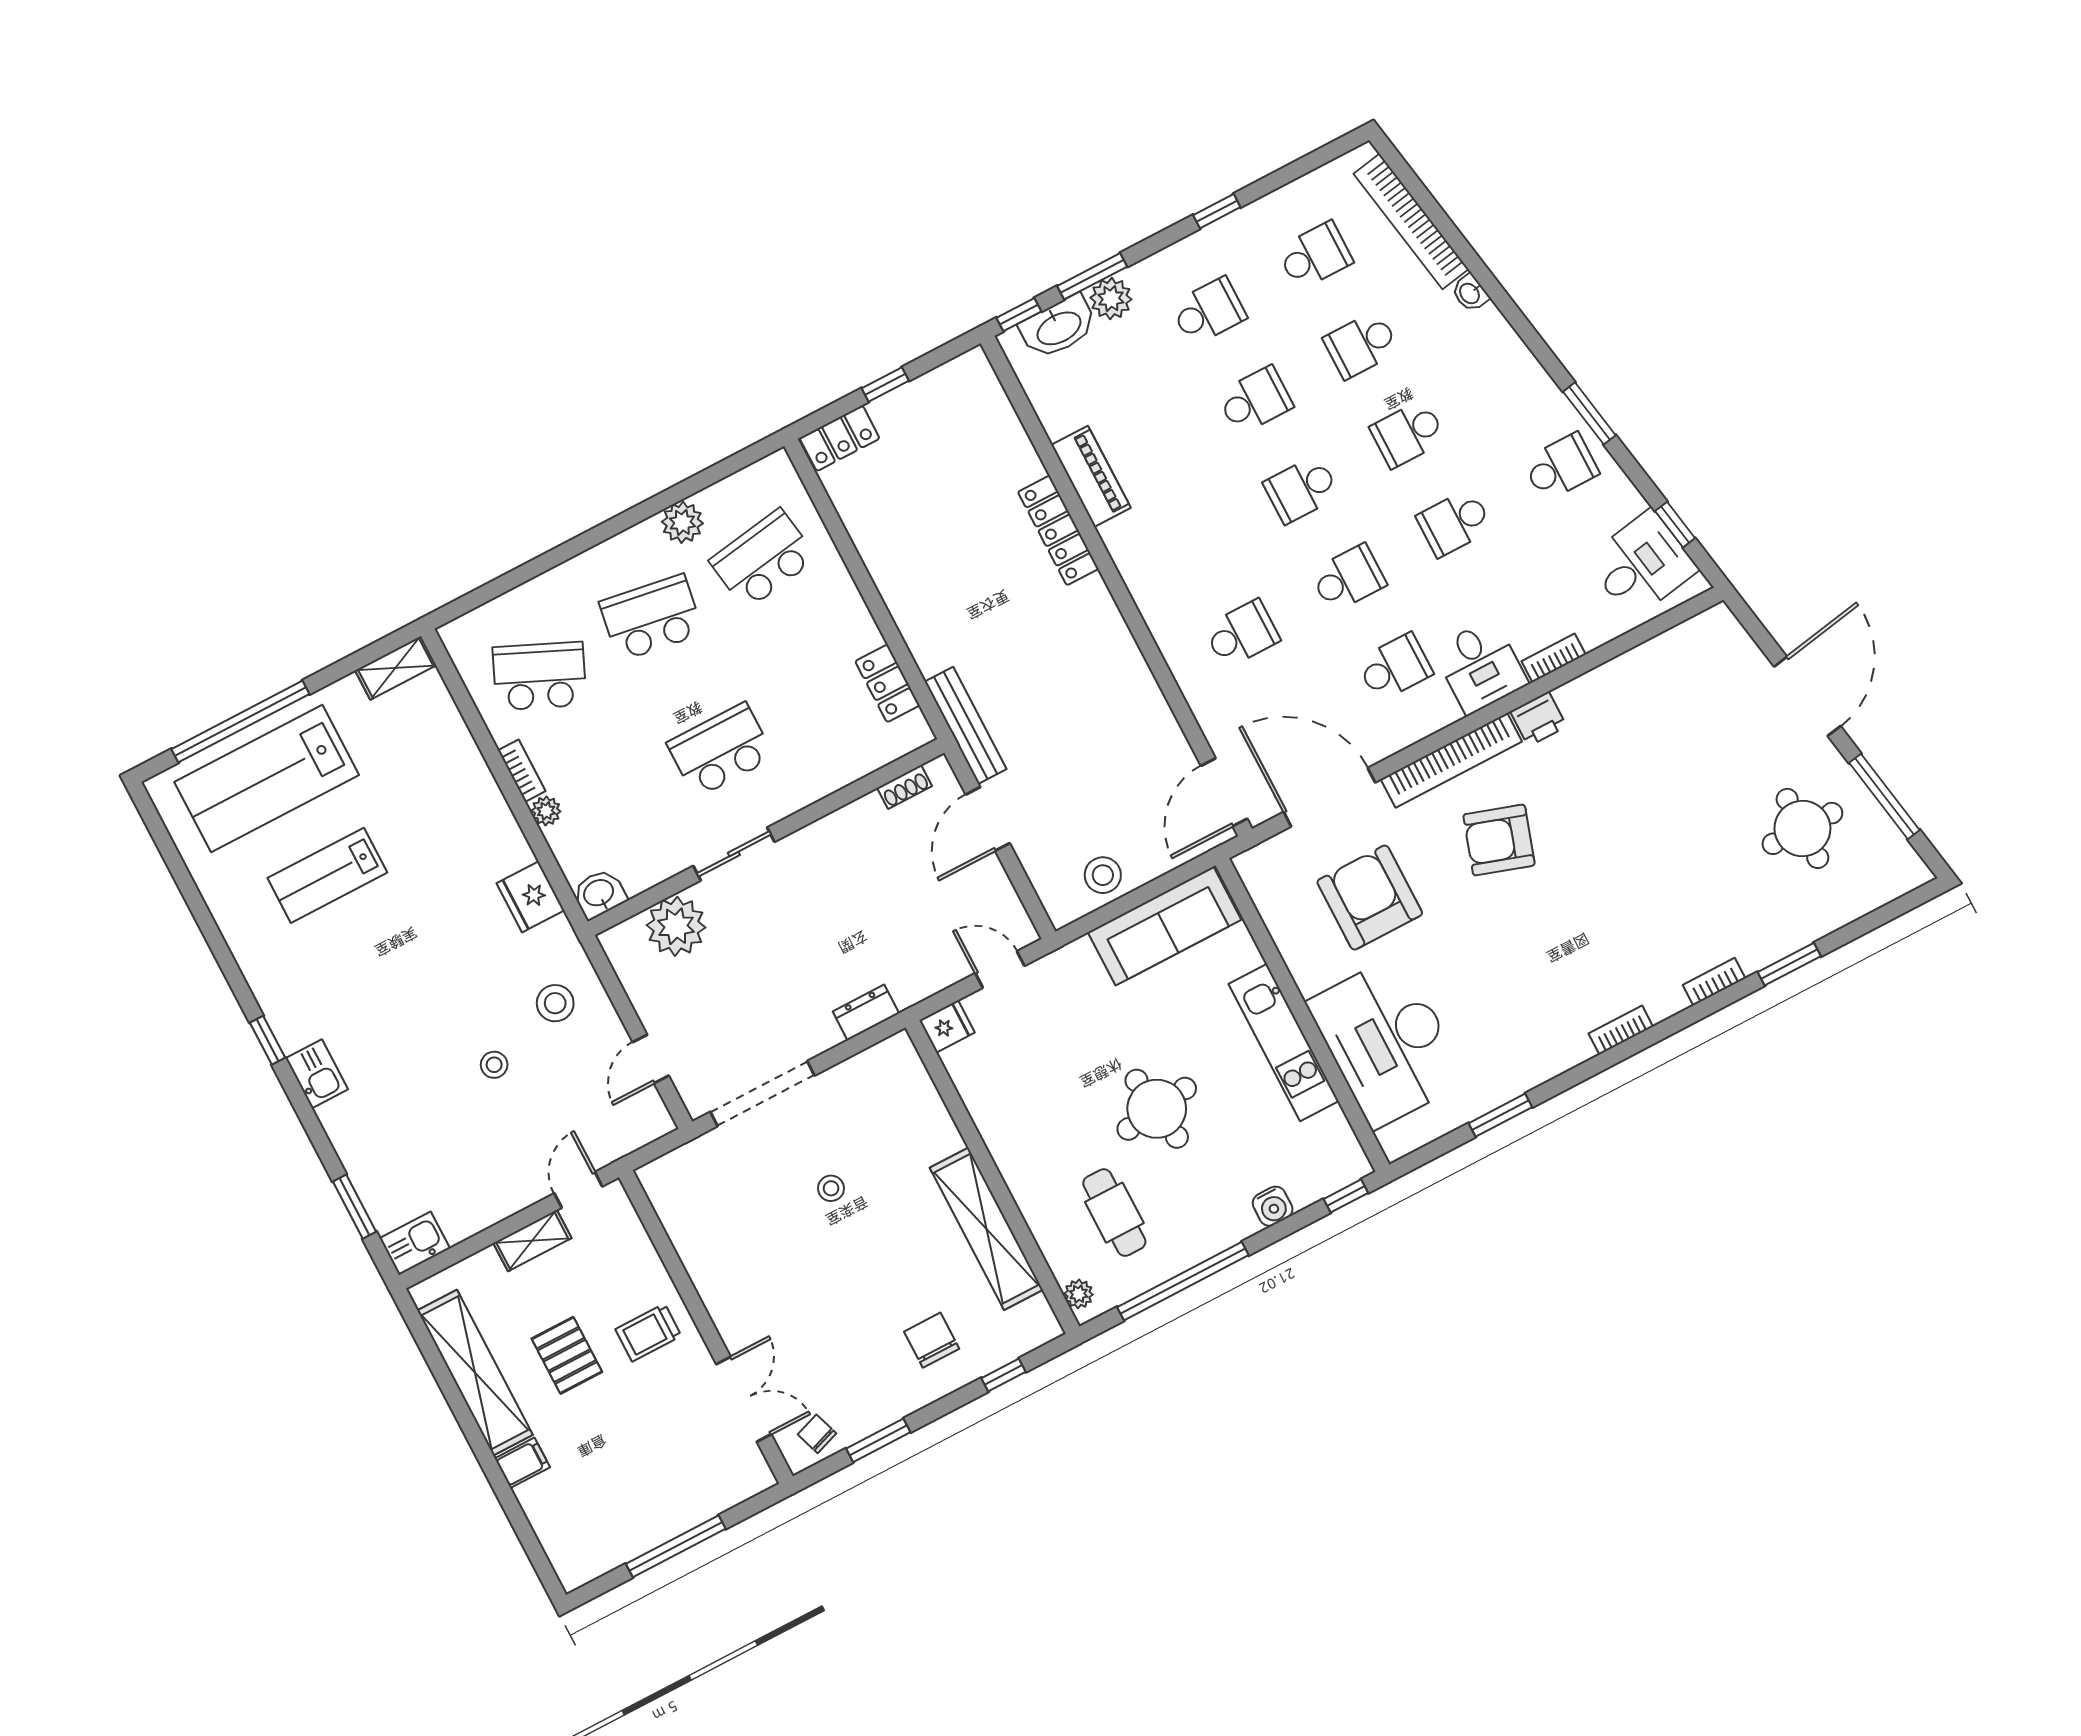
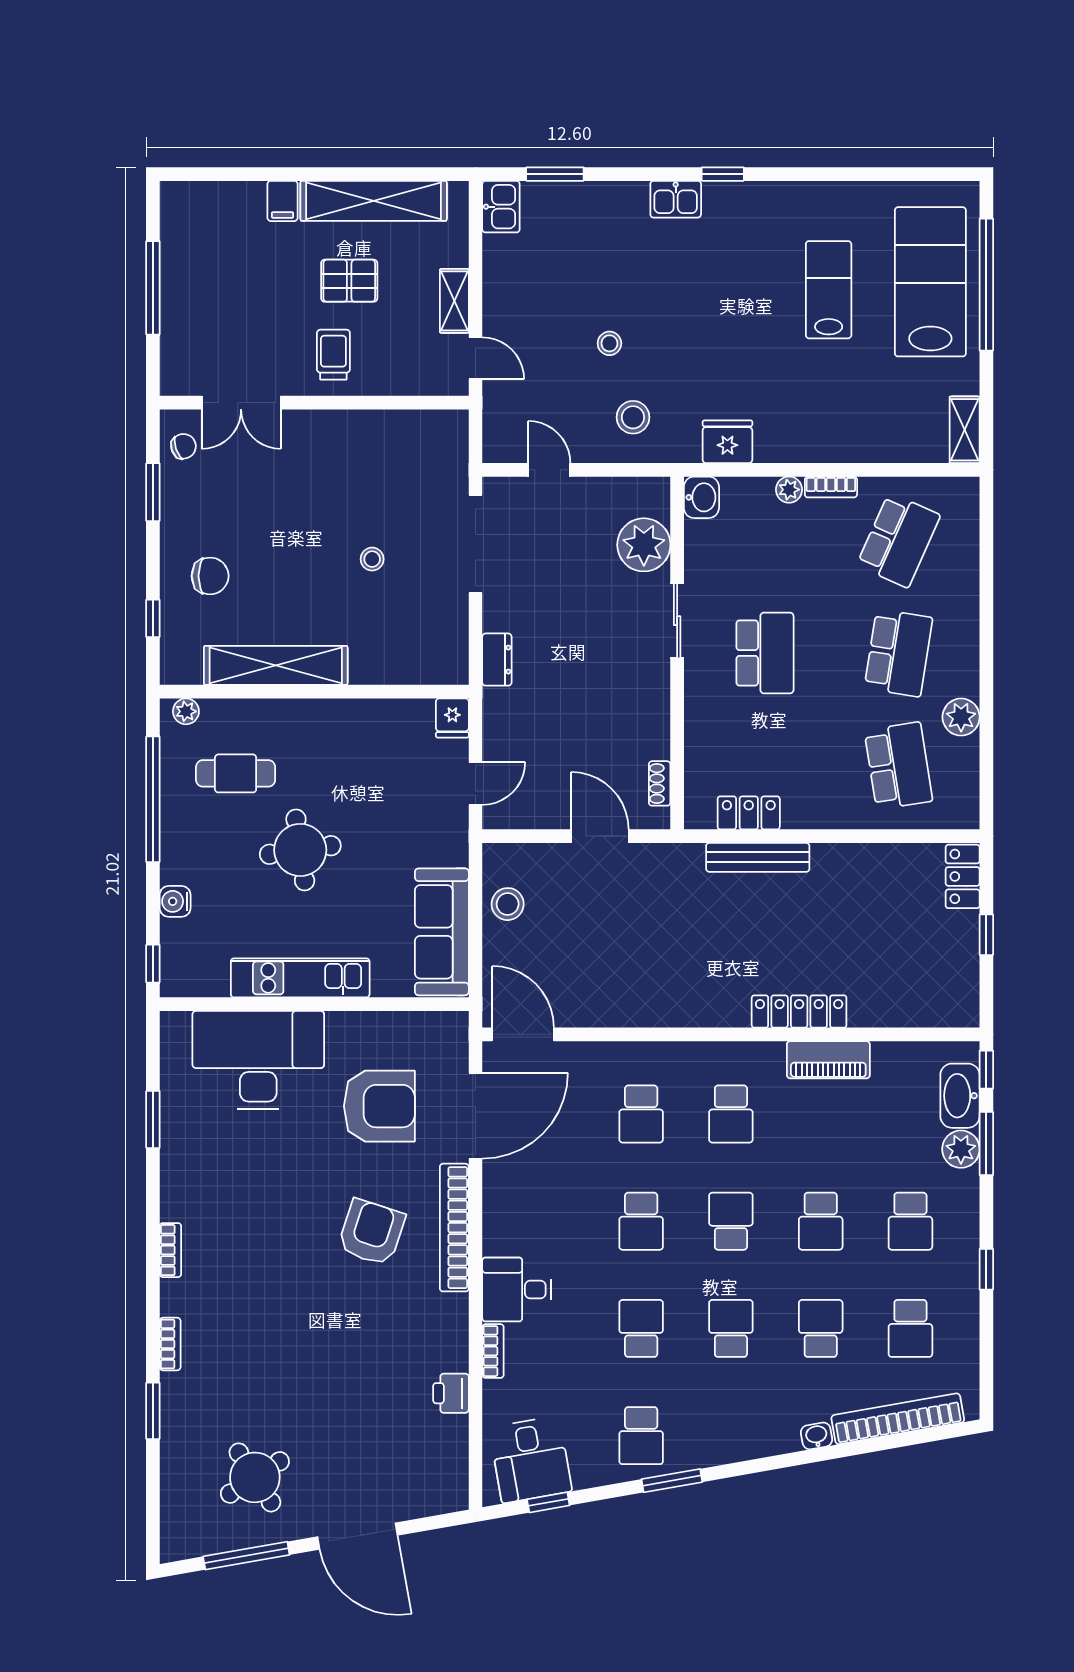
school desk: (1395, 667) -> (731, 1114), moved
printer: (1538, 719) -> (451, 1393), moved
bench: (966, 725) -> (758, 857), moved
round table: (1802, 828) -> (255, 1477), turned -33

